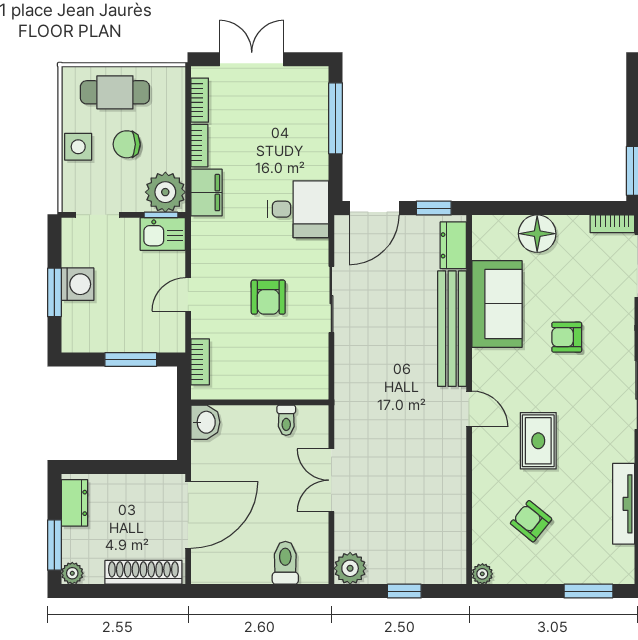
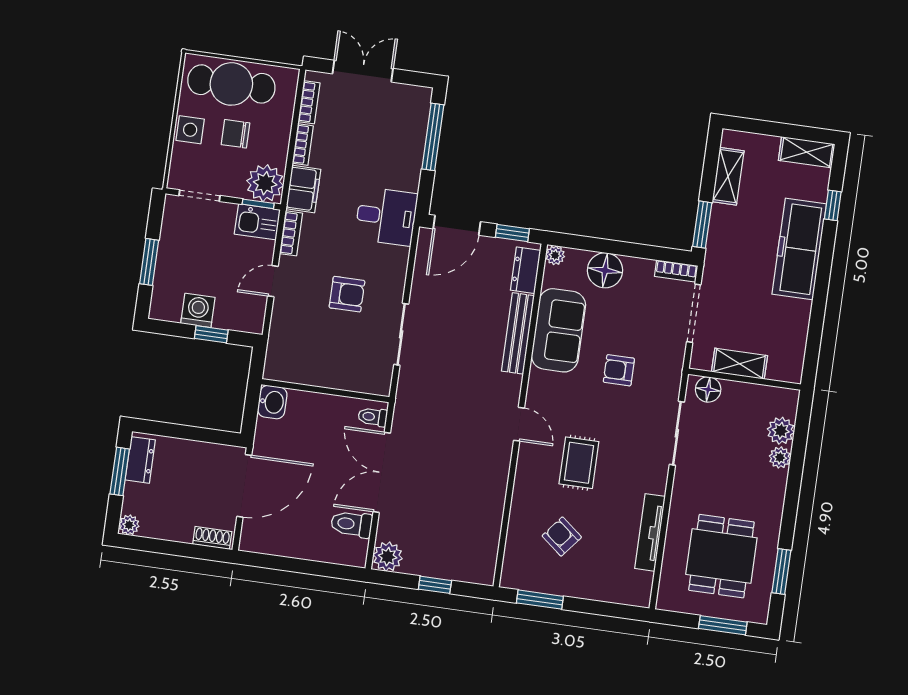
cafe table: (115, 92) -> (231, 84), width x1.37, depth x1.35
washing machine: (78, 284) -> (198, 310), moved, turned -90
armchair: (268, 297) -> (347, 294), turned -90
sliding door: (331, 300) -> (401, 334), moved
bench: (452, 329) -> (518, 333), width x0.73, depth x0.82
window: (131, 360) -> (211, 334), width x0.67
bookcase: (200, 362) -> (291, 233), moved
toilet: (286, 420) -> (373, 417), moved, turned 90
double door: (331, 480) -> (382, 472), width x1.37
window: (54, 545) -> (120, 471), moved
toilet: (285, 563) -> (352, 524), moved, turned -90
shoe rack: (143, 572) -> (212, 538), width x0.51, depth x0.81
plant: (482, 574) -> (555, 255), moved
window: (588, 591) -> (540, 600), moved

